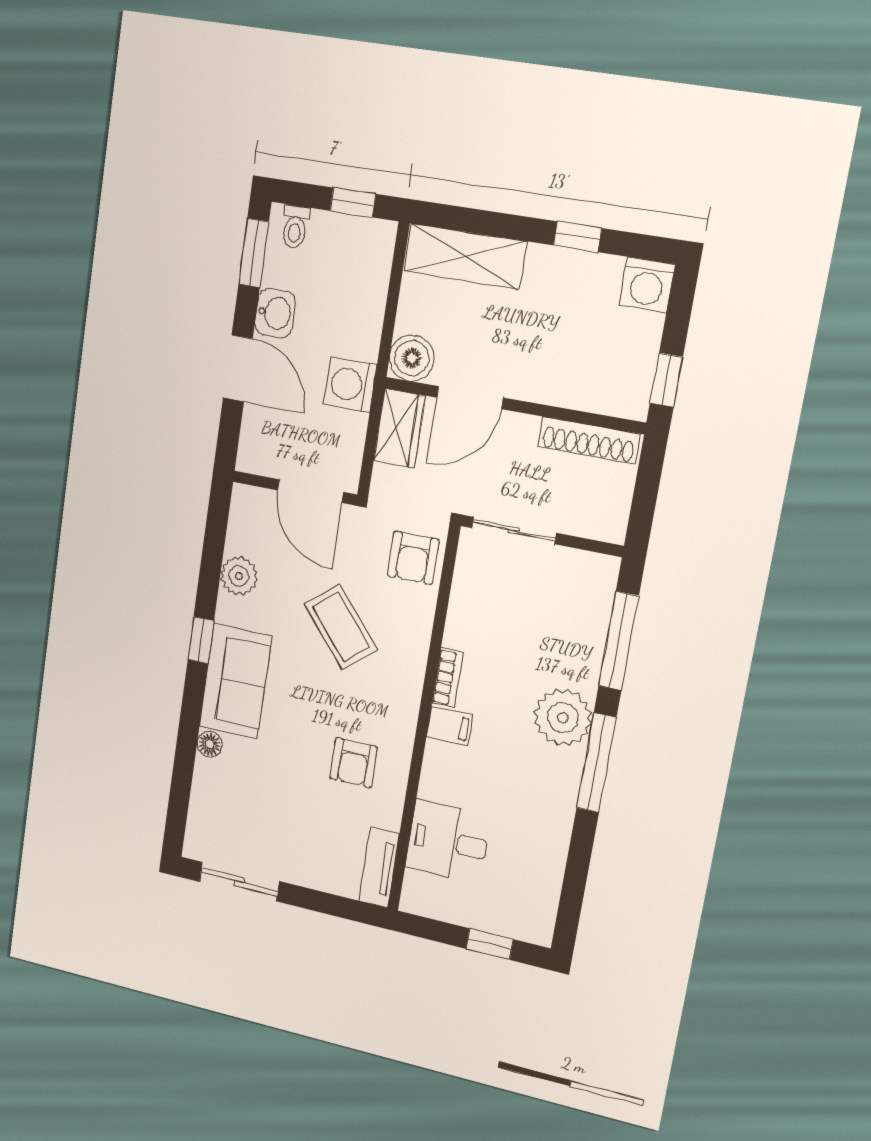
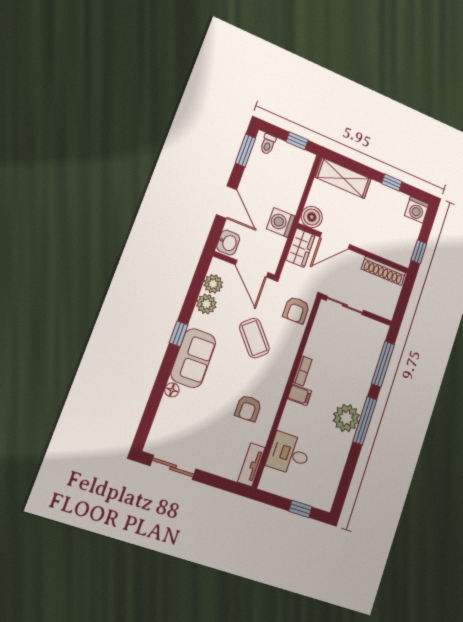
washbasin: (275, 313) -> (228, 243), moved
plant: (244, 535) -> (213, 284), added
plant: (563, 718) -> (346, 418), moved

